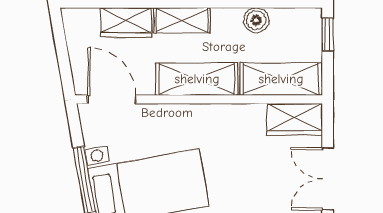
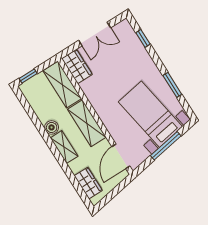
boiler: (256, 20) -> (52, 127), moved
wardrobe: (126, 23) -> (88, 183), moved

